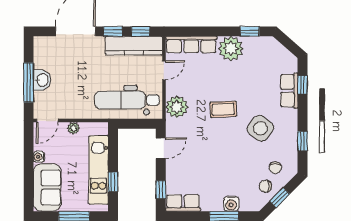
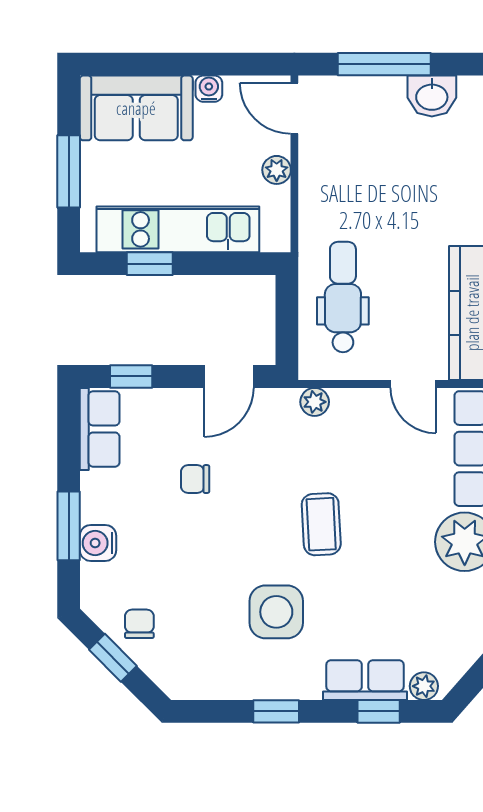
plant: (292, 66) -> (424, 686), added
washbasin: (42, 80) -> (432, 96), moved
dental chair: (127, 100) -> (343, 297), width x0.73, depth x0.72
plant: (177, 107) -> (315, 402), width x0.53, depth x0.53
side table: (260, 128) -> (276, 612), turned -36
window: (303, 141) -> (276, 711), moved
door: (161, 148) -> (229, 376), hinge flipped
chair: (275, 168) -> (195, 479), moved

